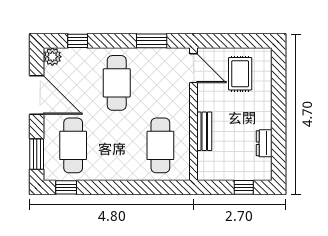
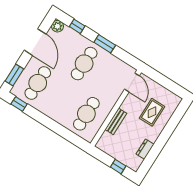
window: (152, 41) -> (105, 44), moved
rug: (240, 74) -> (152, 112), moved

